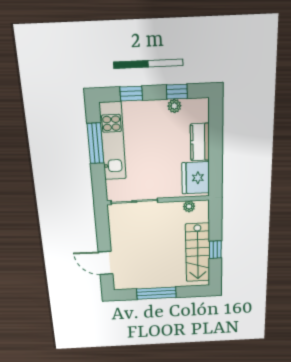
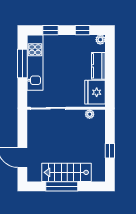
plant: (174, 106) -> (100, 40), moved
stairs: (198, 253) -> (66, 172), moved, turned 90

